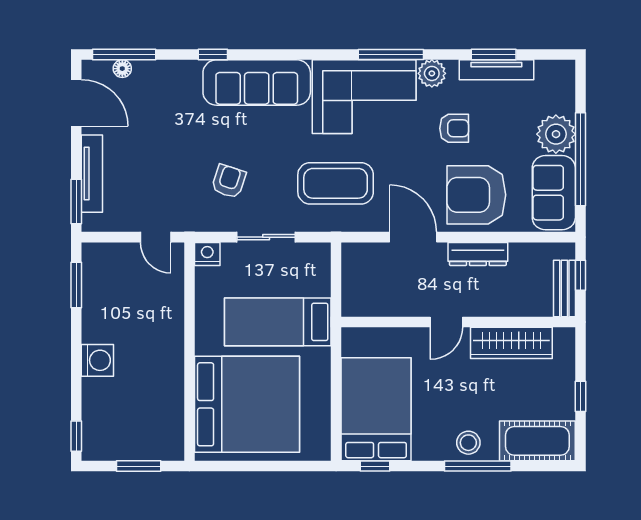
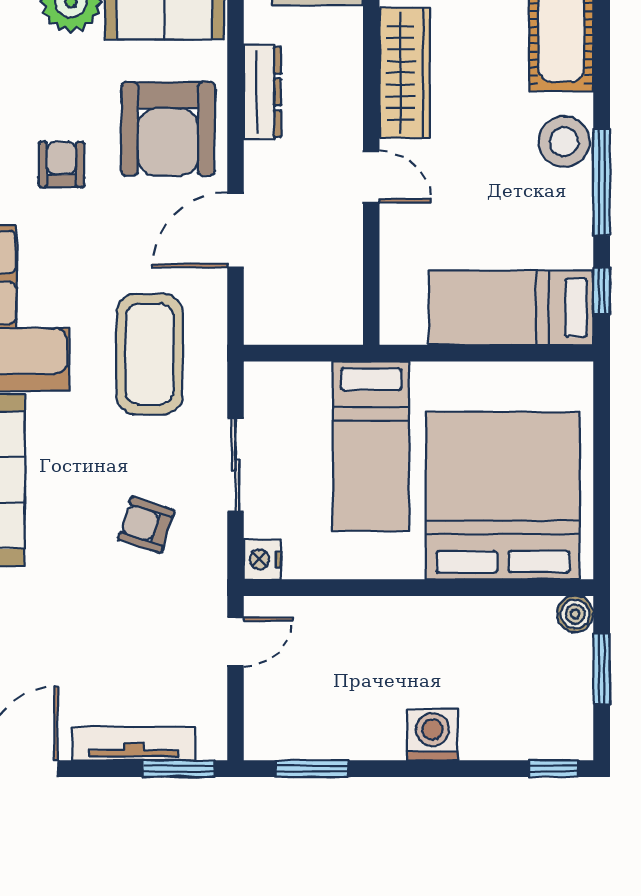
dresser: (478, 254) -> (262, 92), moved
bed: (376, 409) -> (511, 308), width x0.67
stool: (468, 443) -> (564, 142), width x1.38, depth x1.38
boiler: (173, 450) -> (575, 614), added
window: (478, 466) -> (602, 182), moved

